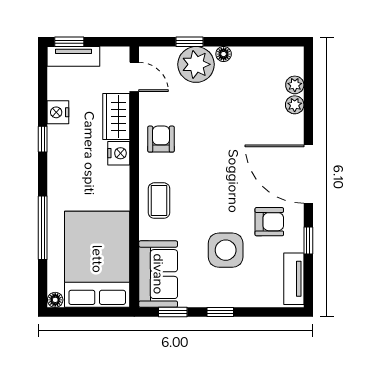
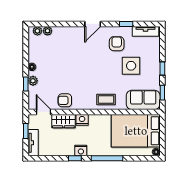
window: (69, 42) -> (26, 131), moved
plant: (196, 64) -> (33, 81), width x0.53, depth x0.53
door: (134, 77) -> (43, 112), hinge flipped
plant: (295, 105) -> (37, 31), moved
nightstand: (58, 112) -> (81, 151), moved
armchair: (161, 139) -> (65, 100), moved
door: (308, 174) -> (93, 24), width x0.53
window: (43, 228) -> (107, 158), moved

